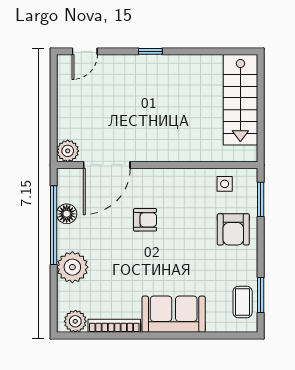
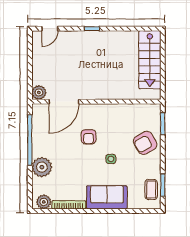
side table: (225, 184) -> (111, 159), moved
floor lamp: (67, 214) -> (38, 133), removed
armchair: (145, 220) -> (89, 137), turned 90
armchair: (233, 229) -> (145, 143), turned 60

